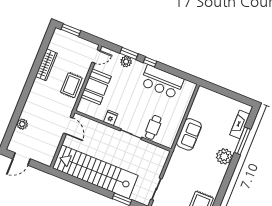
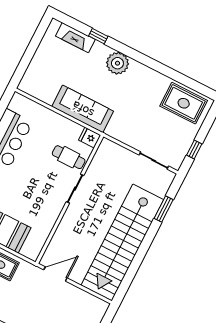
fridge: (111, 118) -> (90, 138), moved
sofa: (189, 134) -> (83, 109), width x1.36
window: (242, 141) -> (98, 36), width x0.46

